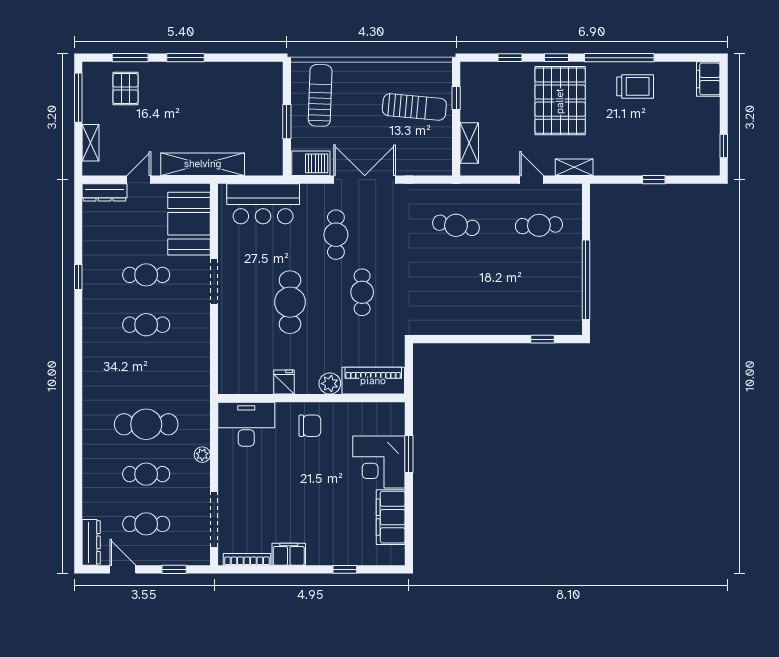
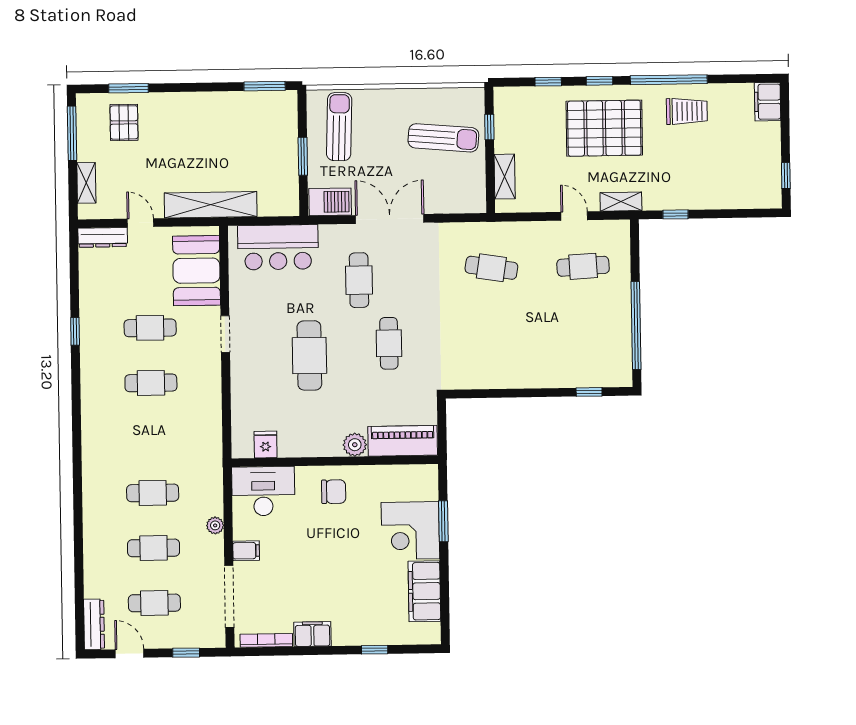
window: (186, 58) -> (265, 86), moved
pallet: (560, 101) -> (604, 128), turned 90
door: (139, 180) -> (140, 223), hinge flipped
window: (654, 180) -> (675, 214), moved
doorway: (214, 281) -> (225, 334), width x0.73
fridge: (284, 382) -> (266, 444), moved
cafe table: (146, 424) -> (153, 493), width x0.73, depth x0.74
filing cabinet: (230, 478) -> (246, 551), added

